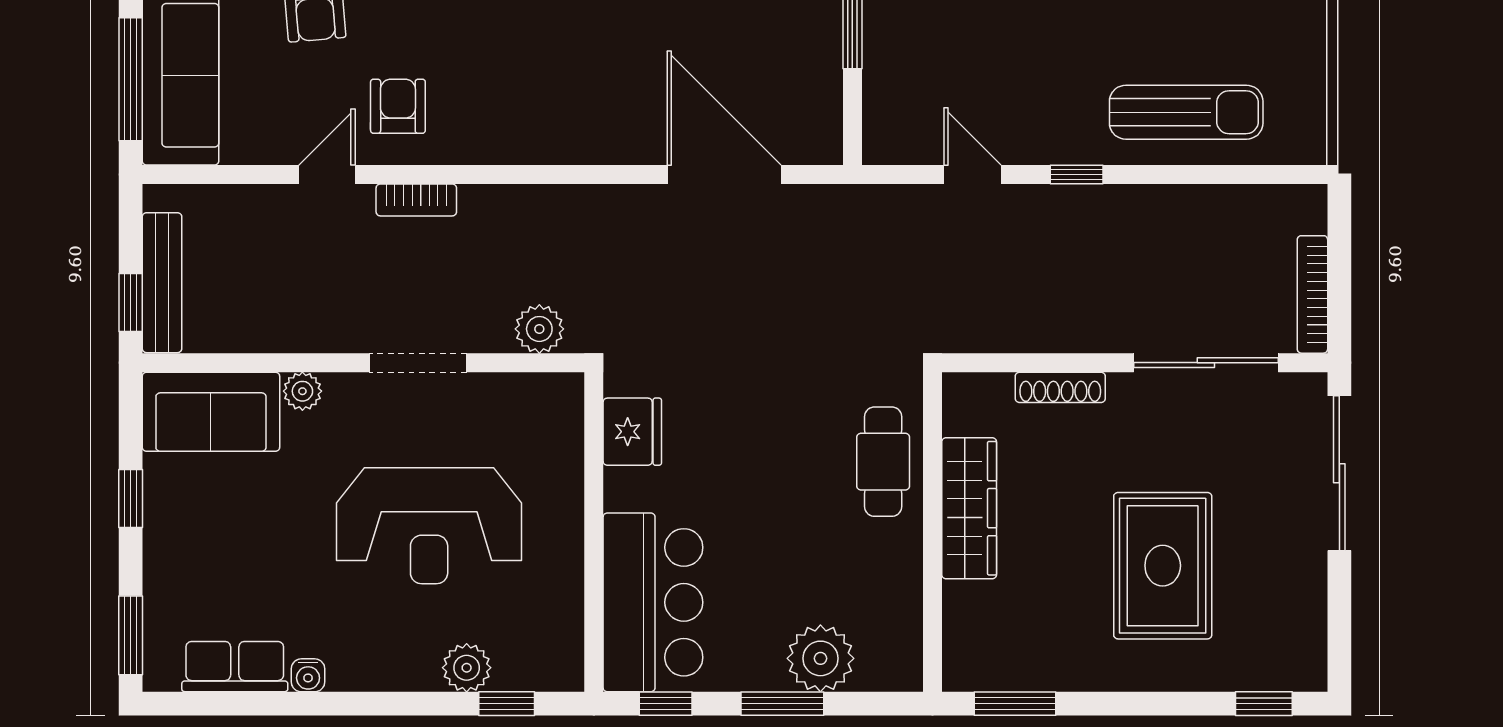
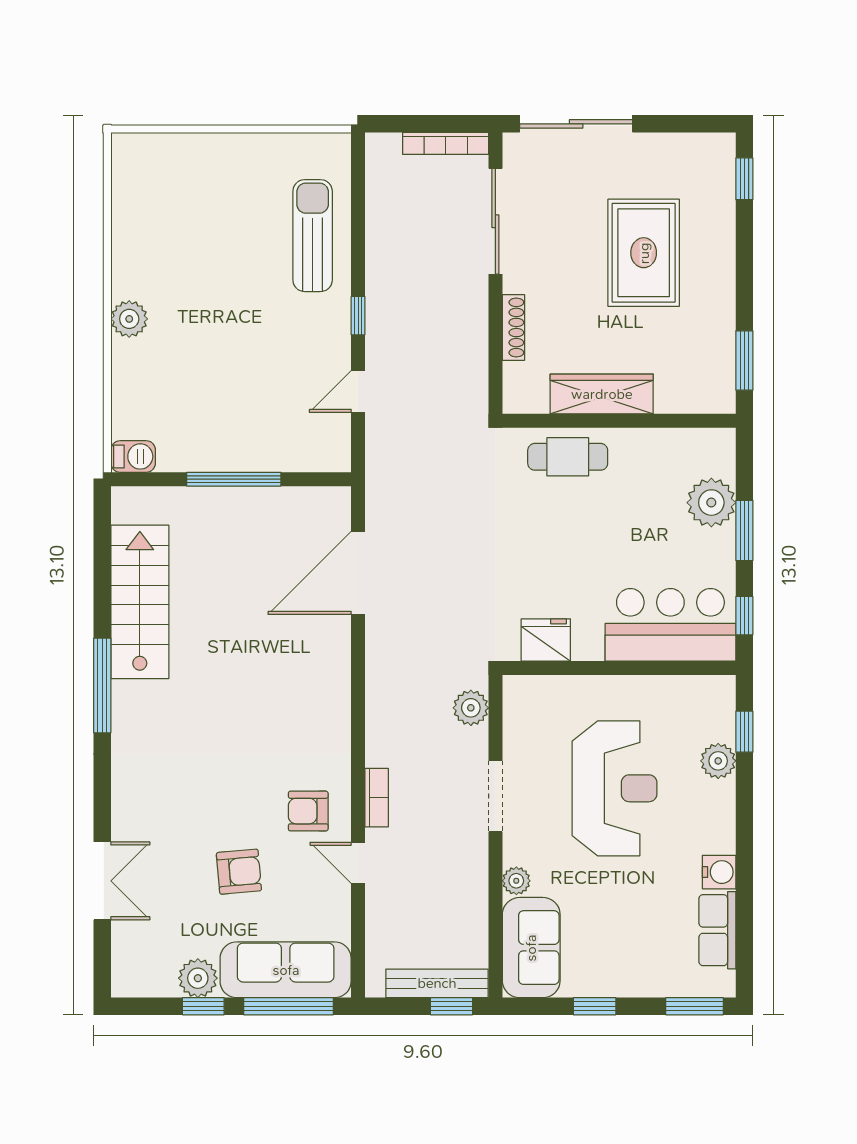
rug: (1163, 566) -> (644, 253), turned 90
water cooler: (308, 675) -> (719, 872), width x1.38, depth x1.38

